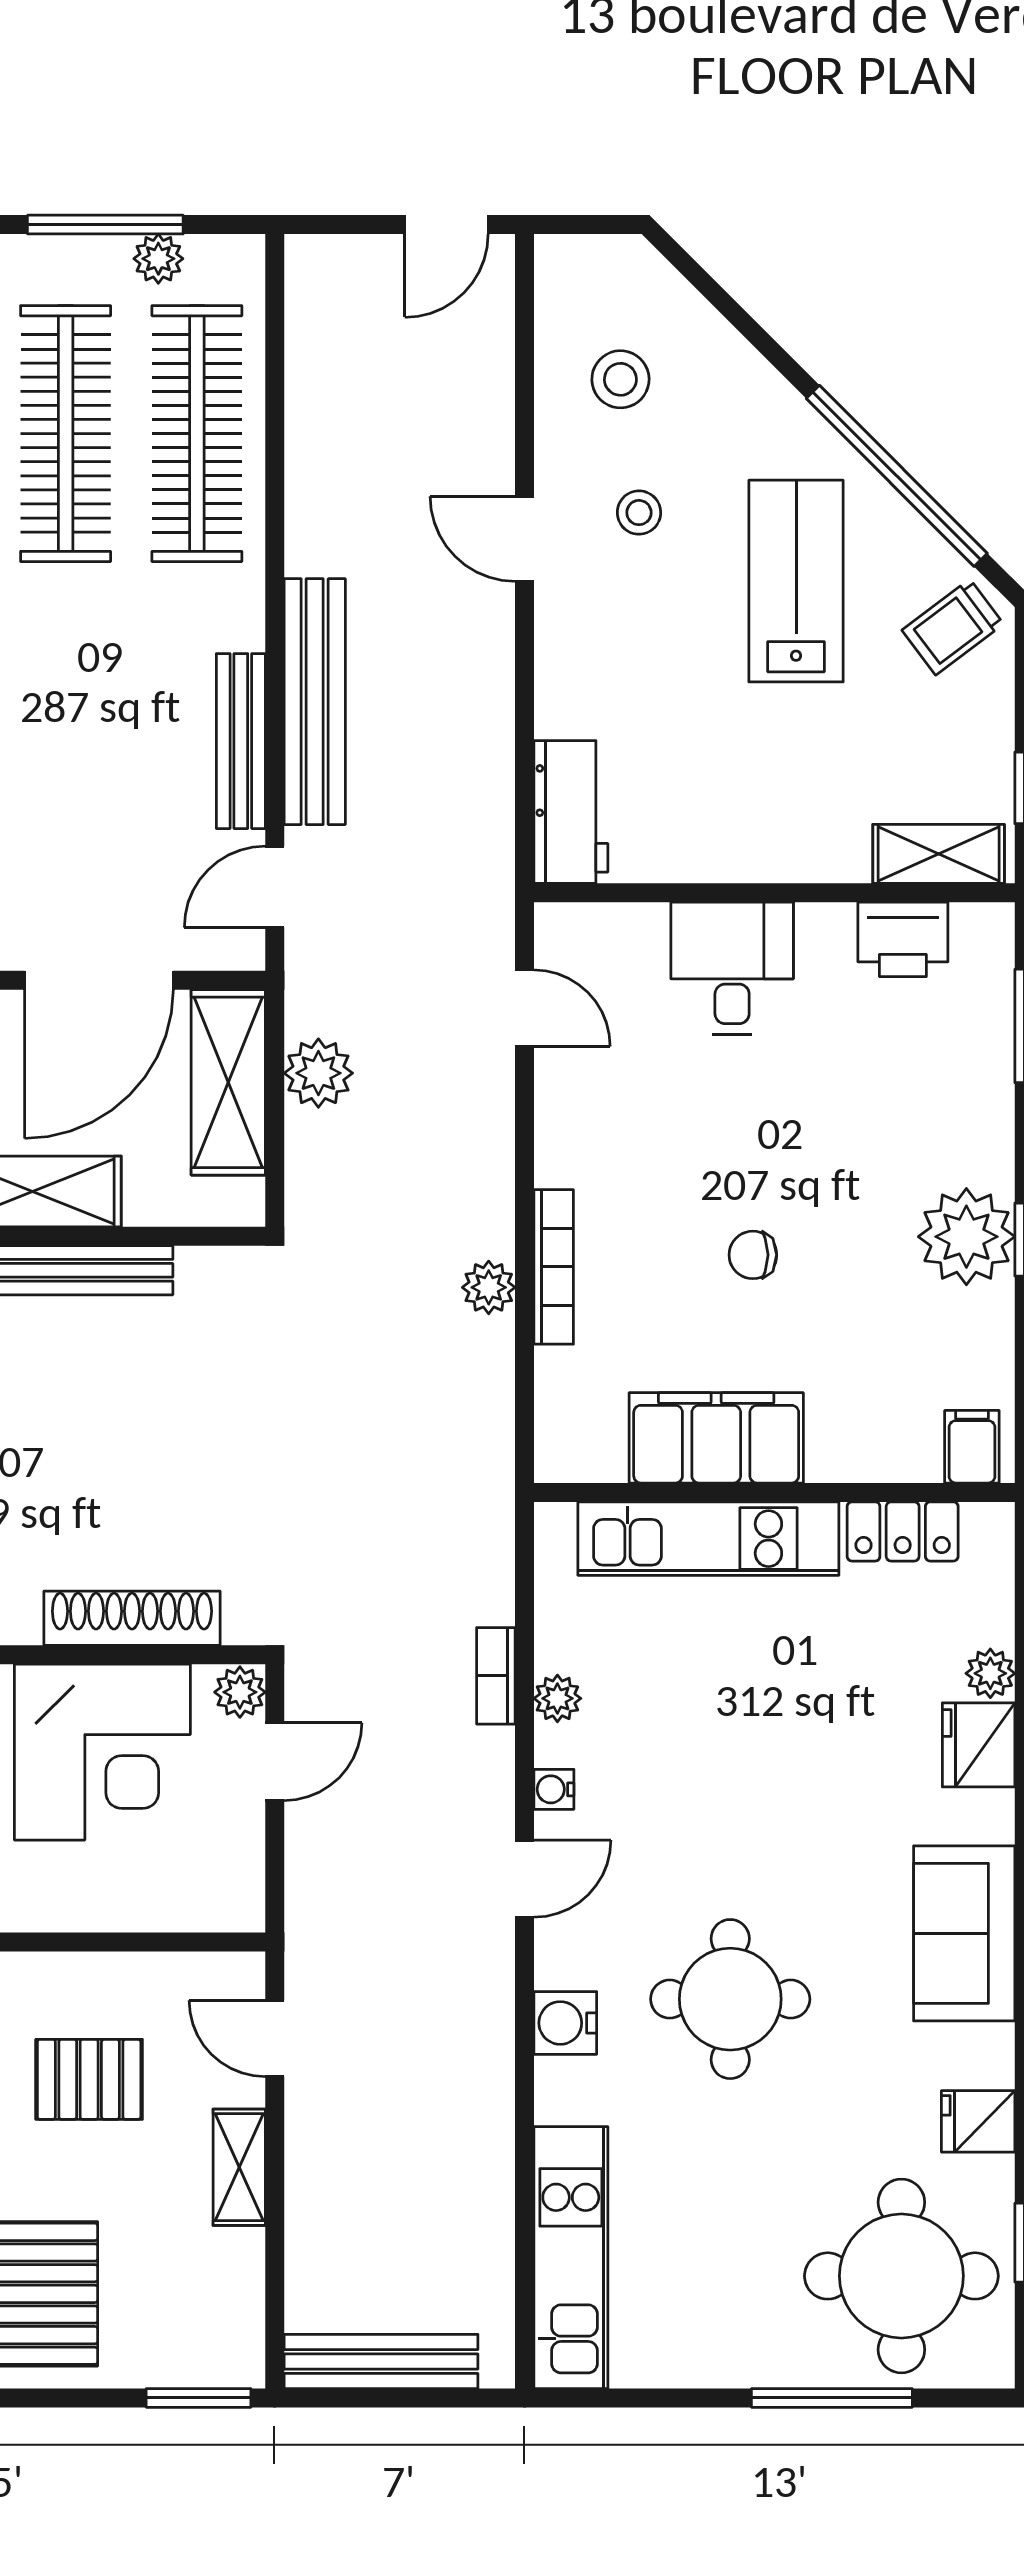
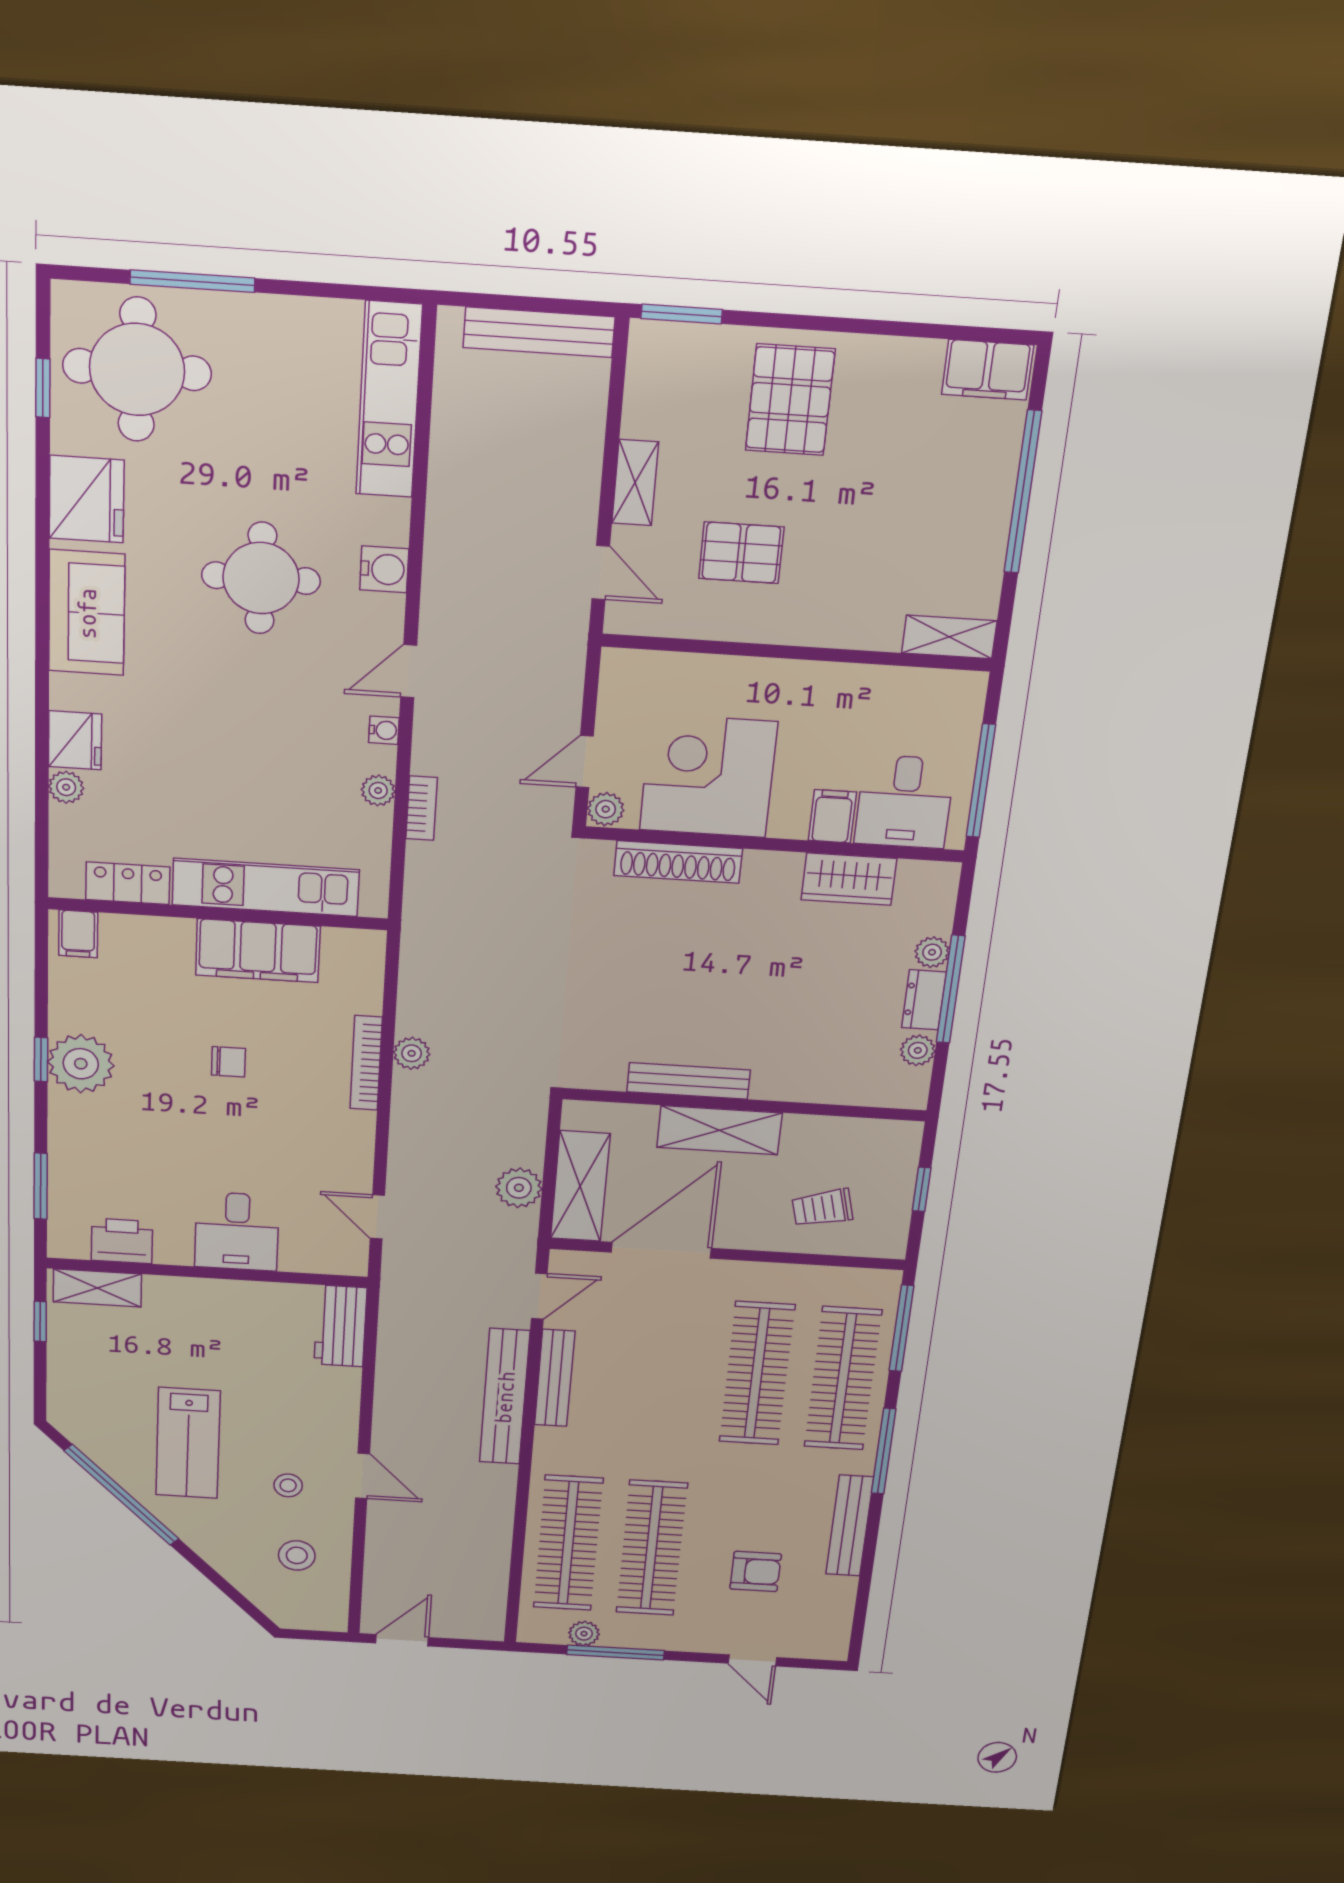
trolley: (953, 627) -> (87, 1412), removed
fridge: (978, 2121) -> (87, 499), width x1.88, depth x1.34

